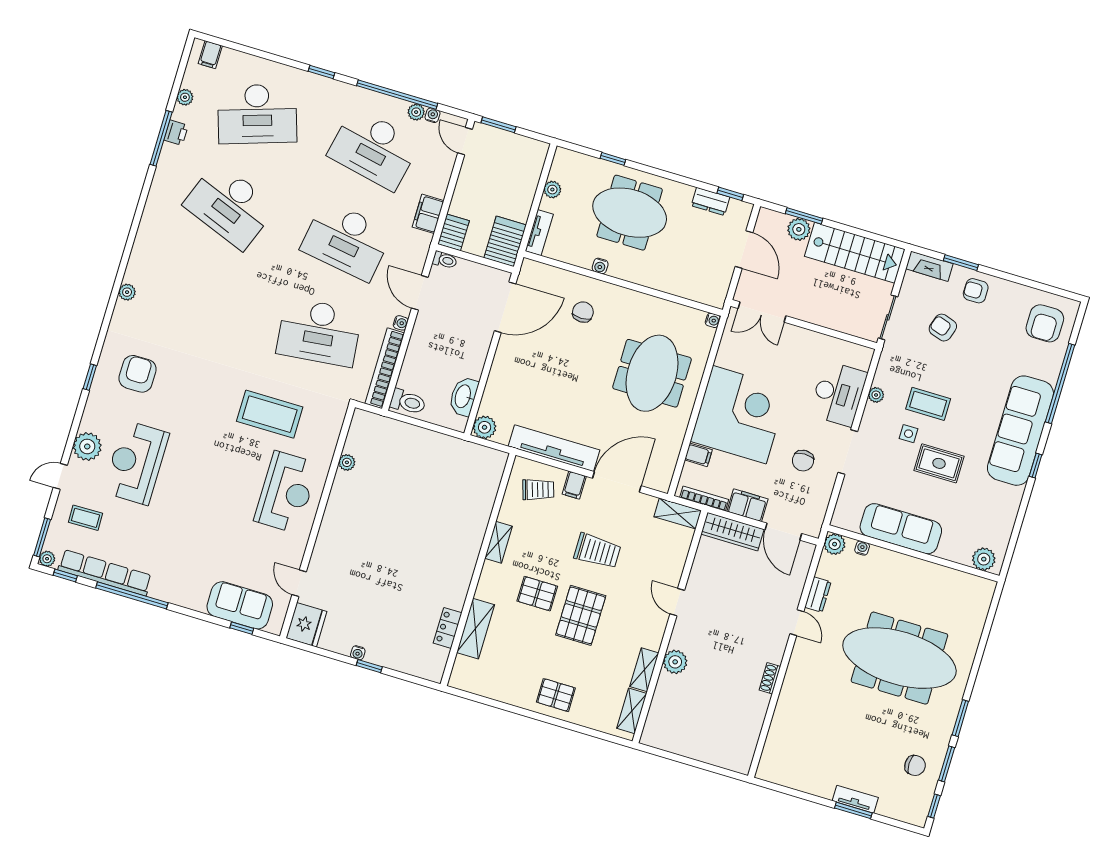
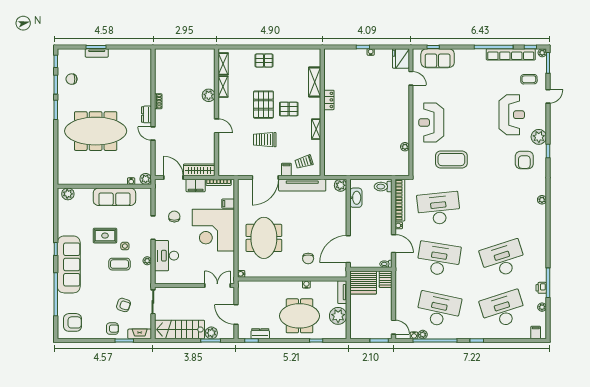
plant: (552, 190) -> (338, 316), width x1.88, depth x1.88
desk: (230, 206) -> (503, 259), turned -39
filing cabinet: (428, 214) -> (401, 285), removed
server rack: (505, 241) -> (363, 283), width x1.60
armchair: (1045, 323) -> (73, 322), turned 90
plant: (87, 446) -> (539, 137), moved
shelving: (678, 514) -> (230, 171), removed
dresser: (818, 595) -> (147, 114), moved
locker: (448, 628) -> (329, 100), moved

